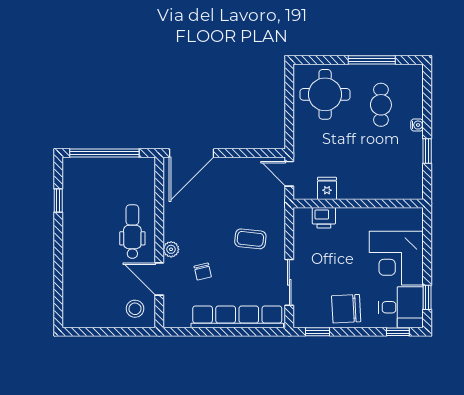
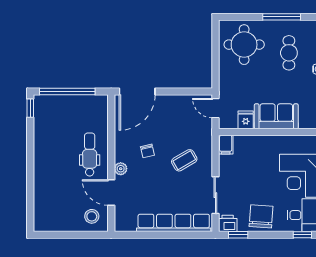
sofa: (365, 184) -> (276, 116), added
window: (58, 201) -> (30, 108), moved
printer: (324, 218) -> (228, 223), moved, turned 180
filing cabinet: (302, 219) -> (226, 145), added
coffee table: (250, 239) -> (184, 160), turned -36
chair: (203, 272) -> (147, 151), moved
chair: (346, 309) -> (261, 216), turned 97

